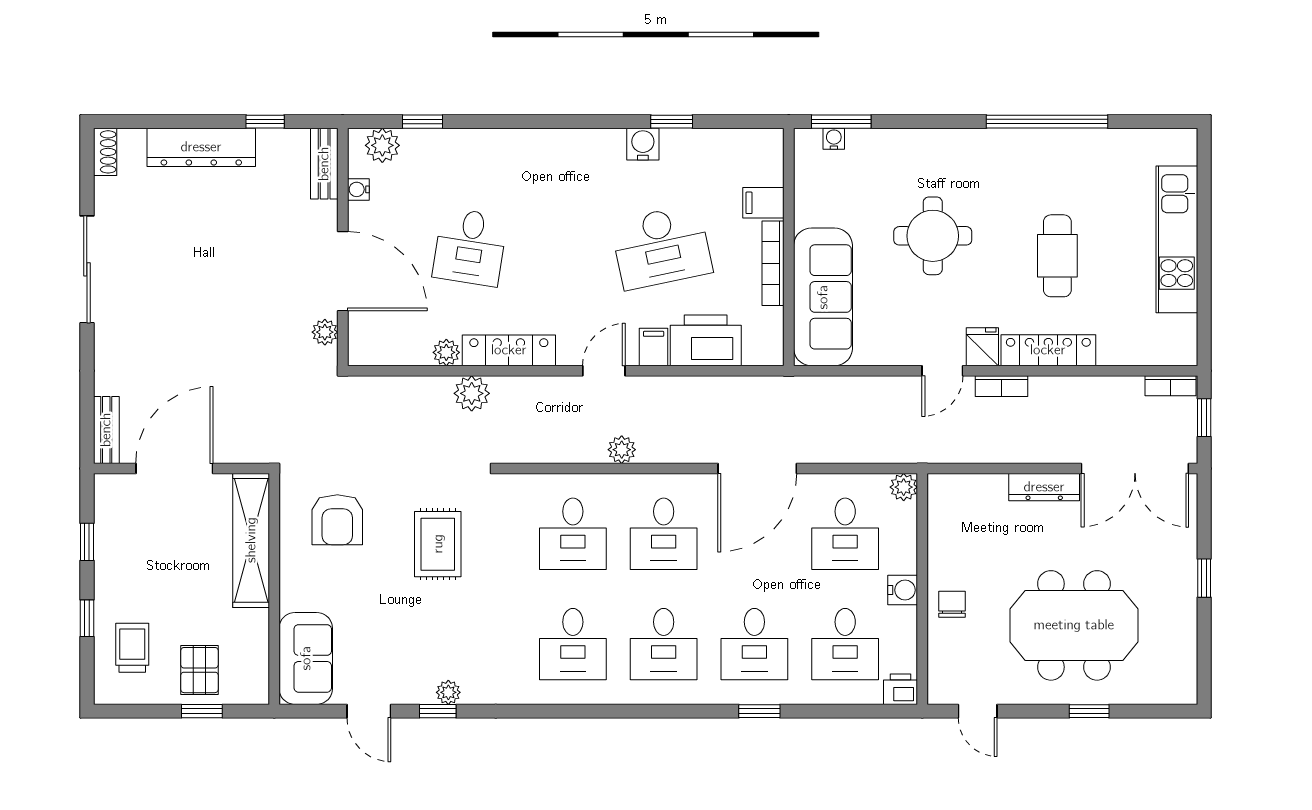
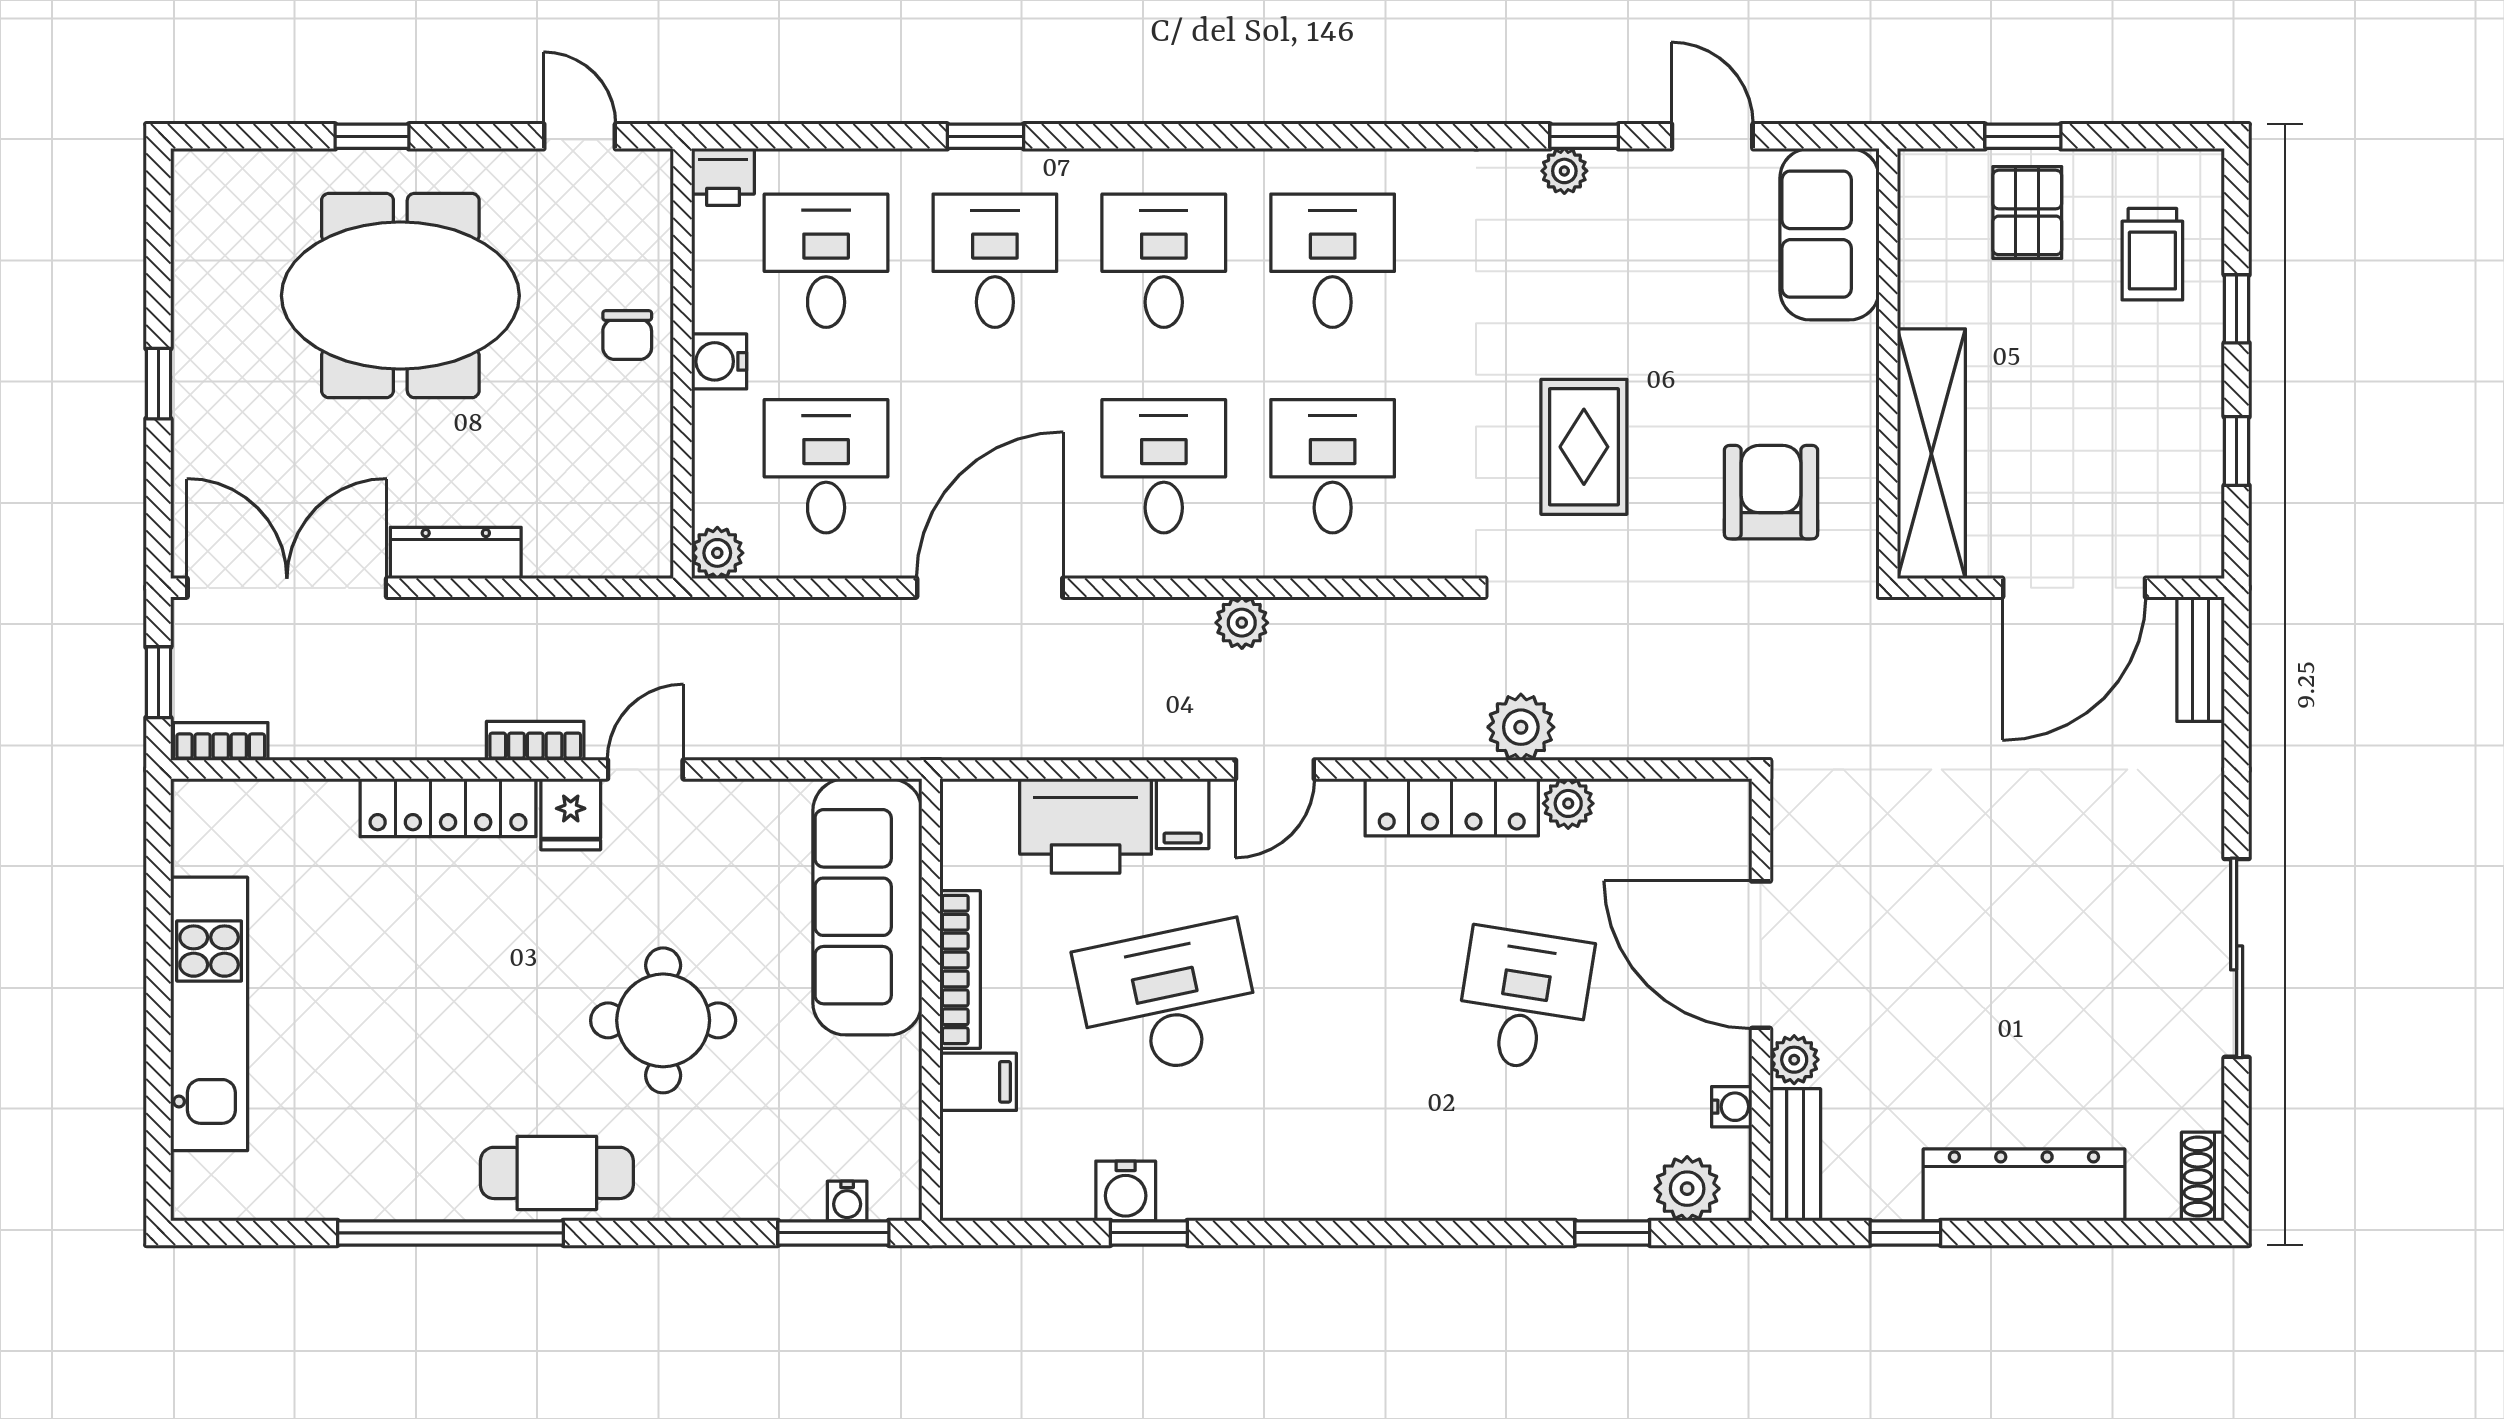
water cooler: (643, 144) -> (1126, 1191), moved
cafe table: (1057, 256) -> (557, 1173), moved, turned 90
plant: (325, 332) -> (1794, 1060), moved

